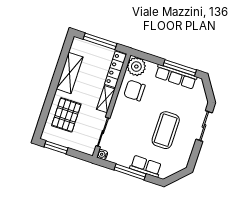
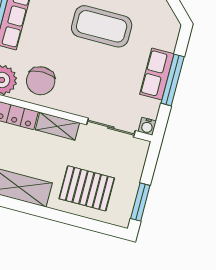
row of seats: (146, 166) -> (157, 74), moved

